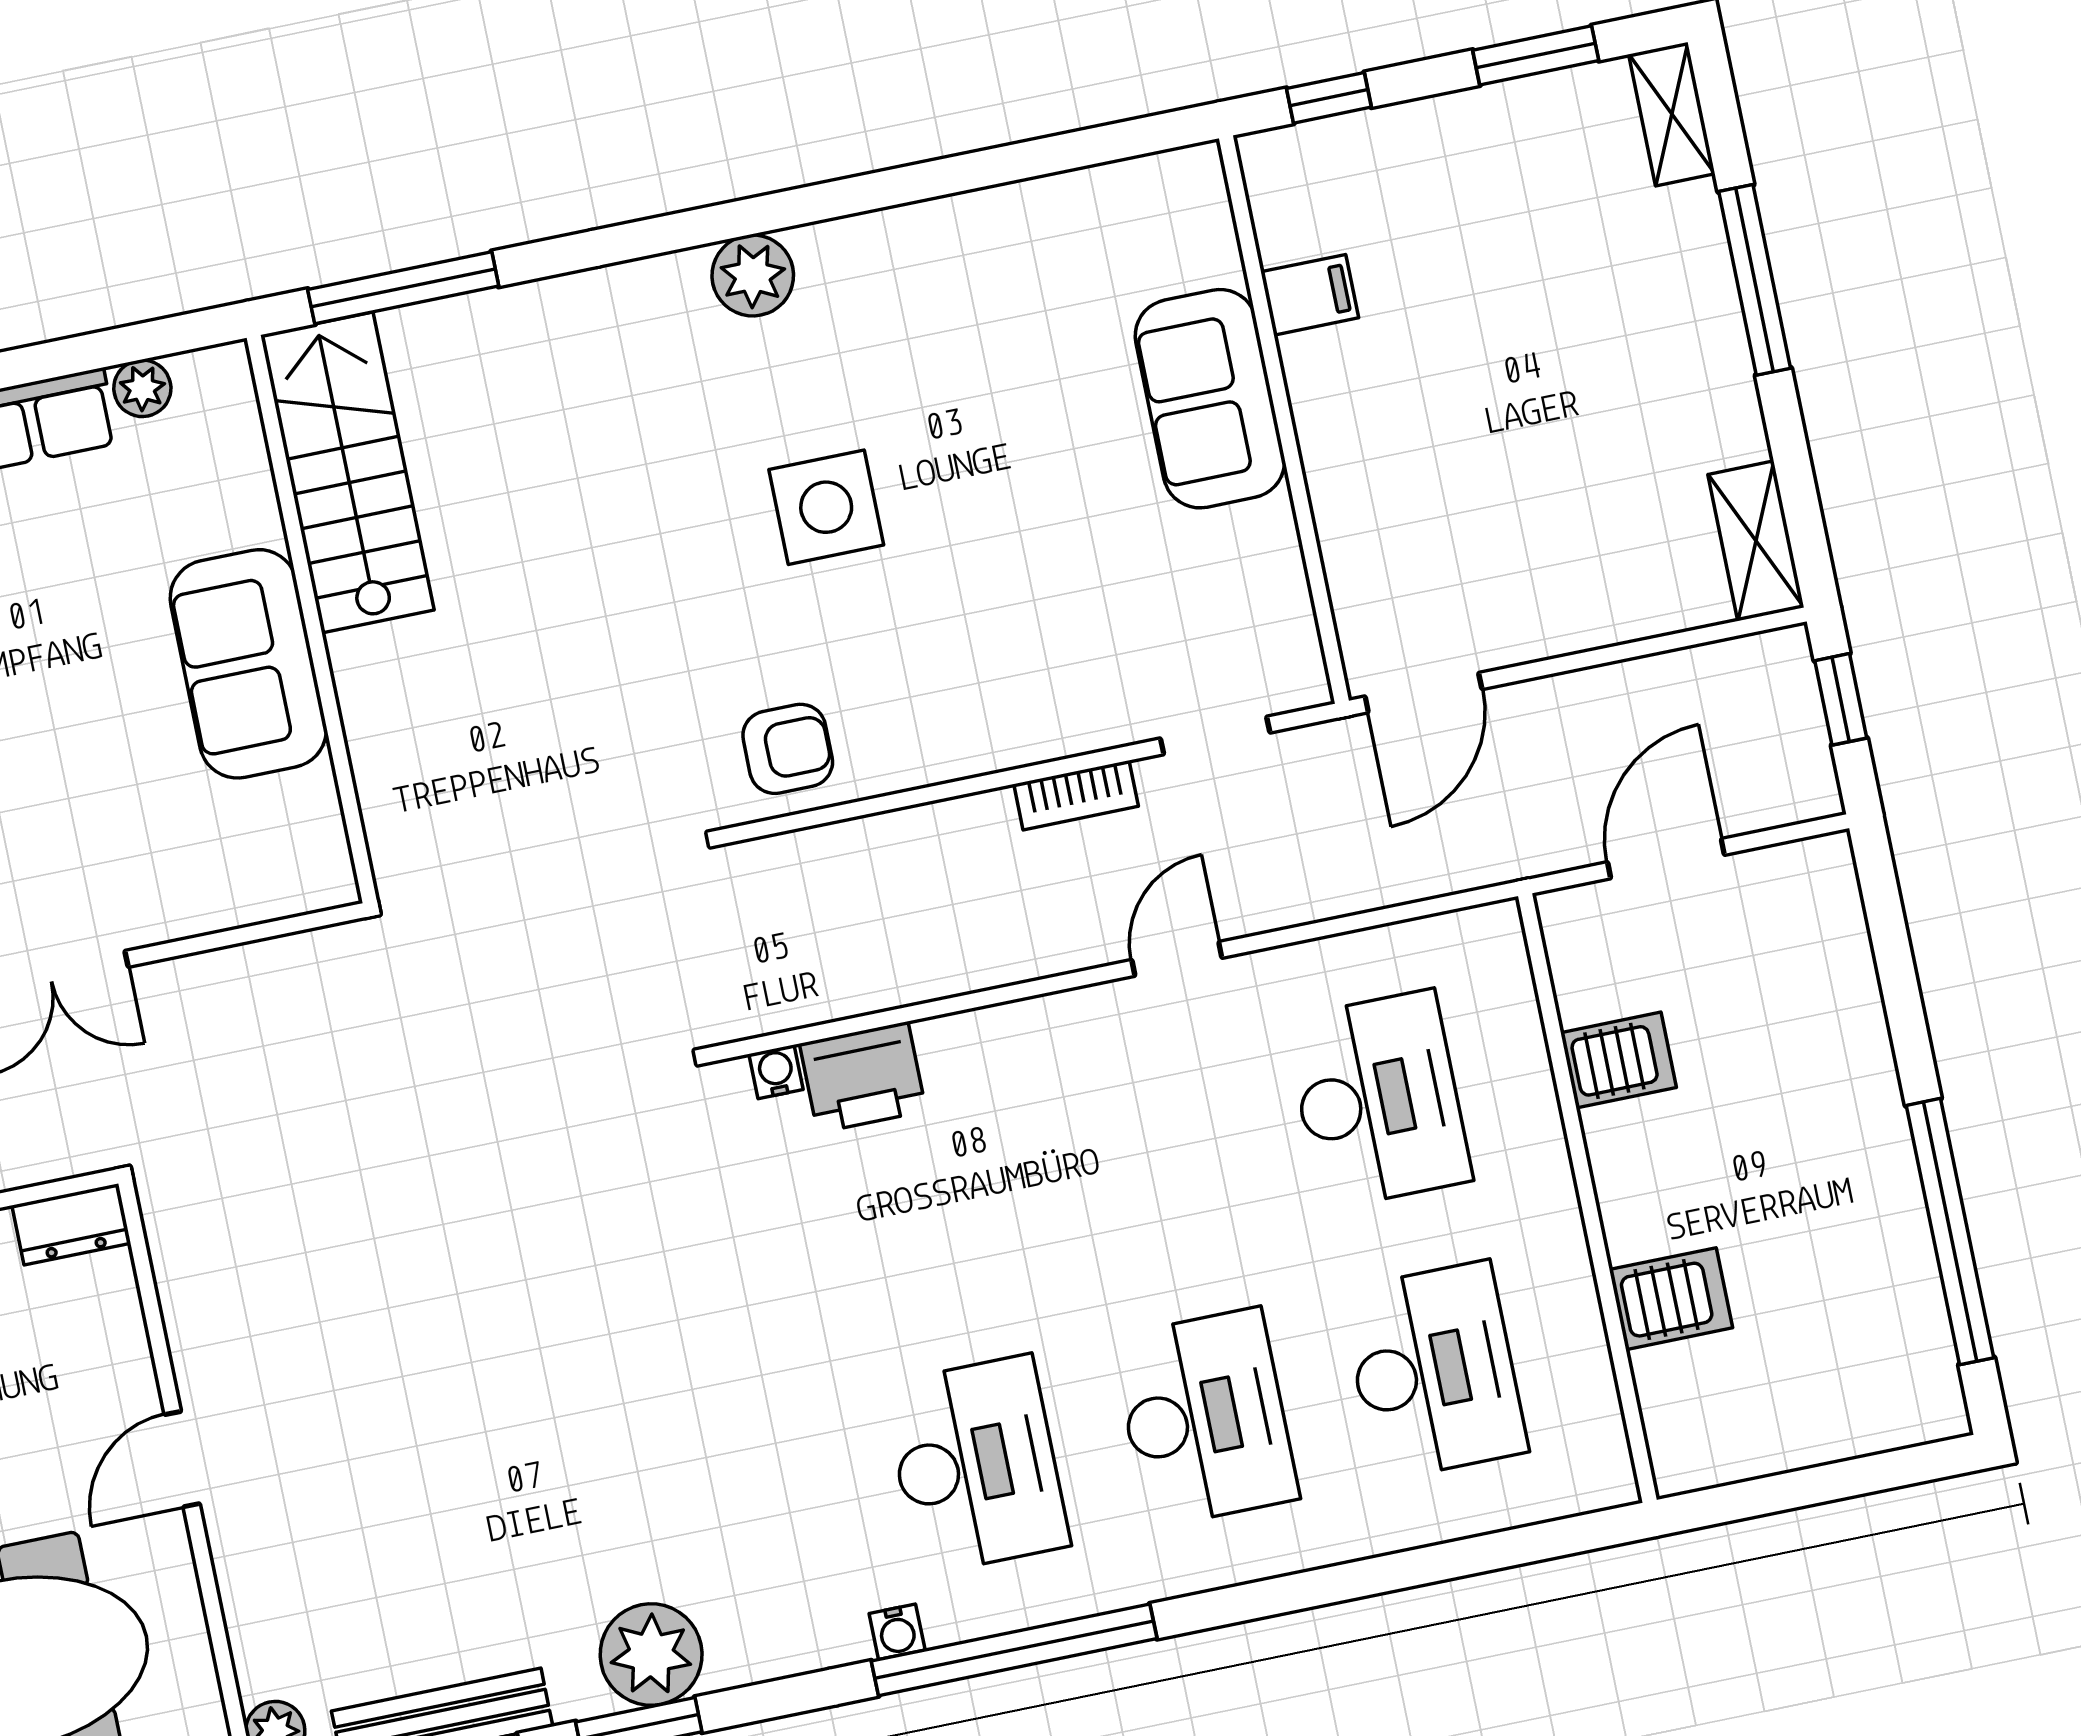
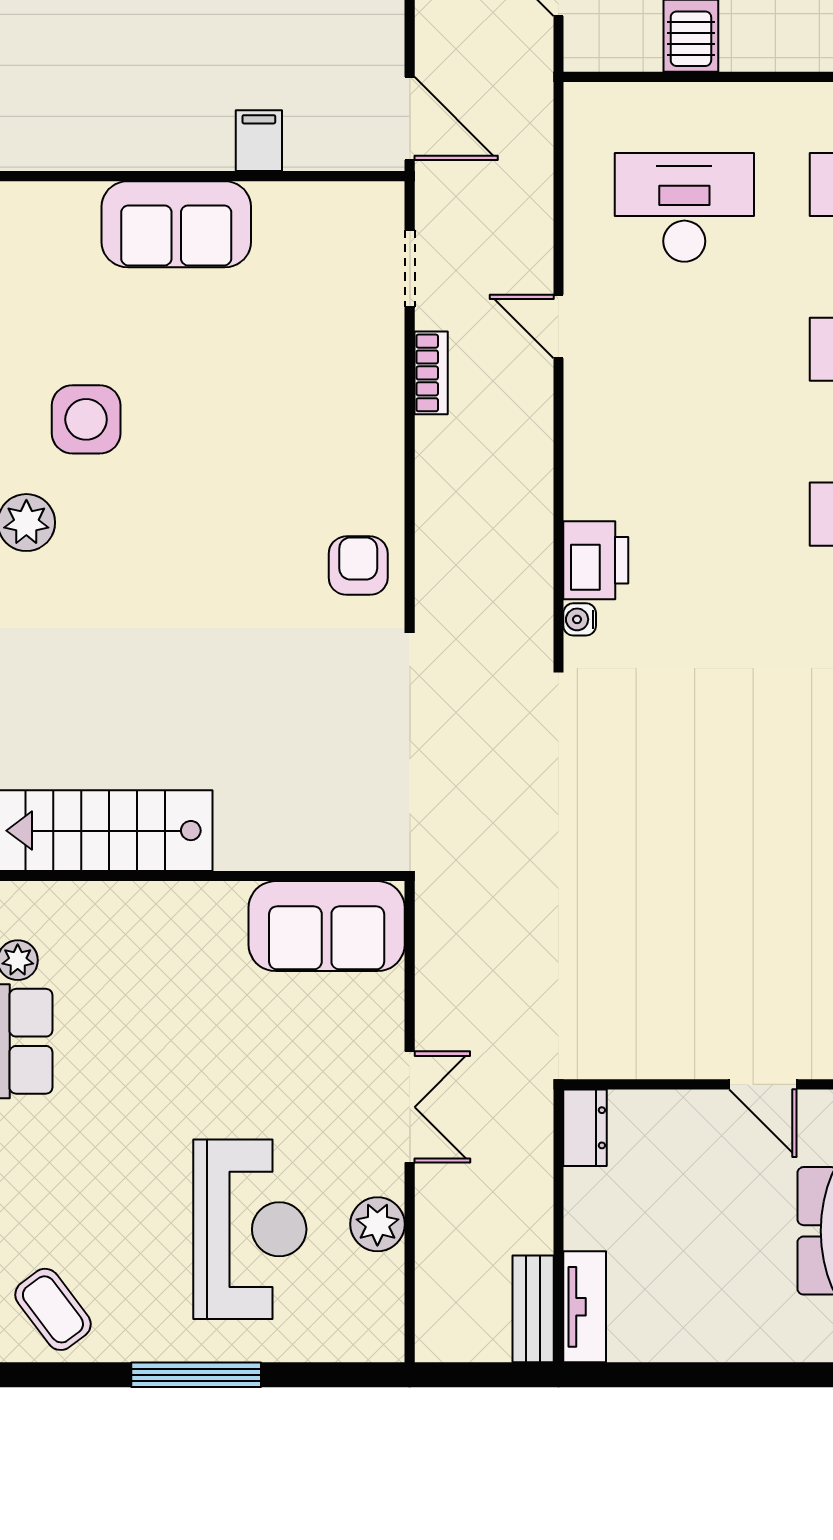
filing cabinet: (1310, 295) -> (259, 141), moved
side table: (826, 507) -> (86, 419), moved
sofa: (248, 664) -> (327, 926), moved

